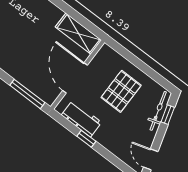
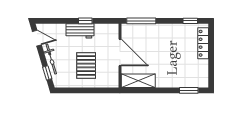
bicycle: (158, 111) -> (51, 59), moved
workbench: (81, 119) -> (80, 31), moved

